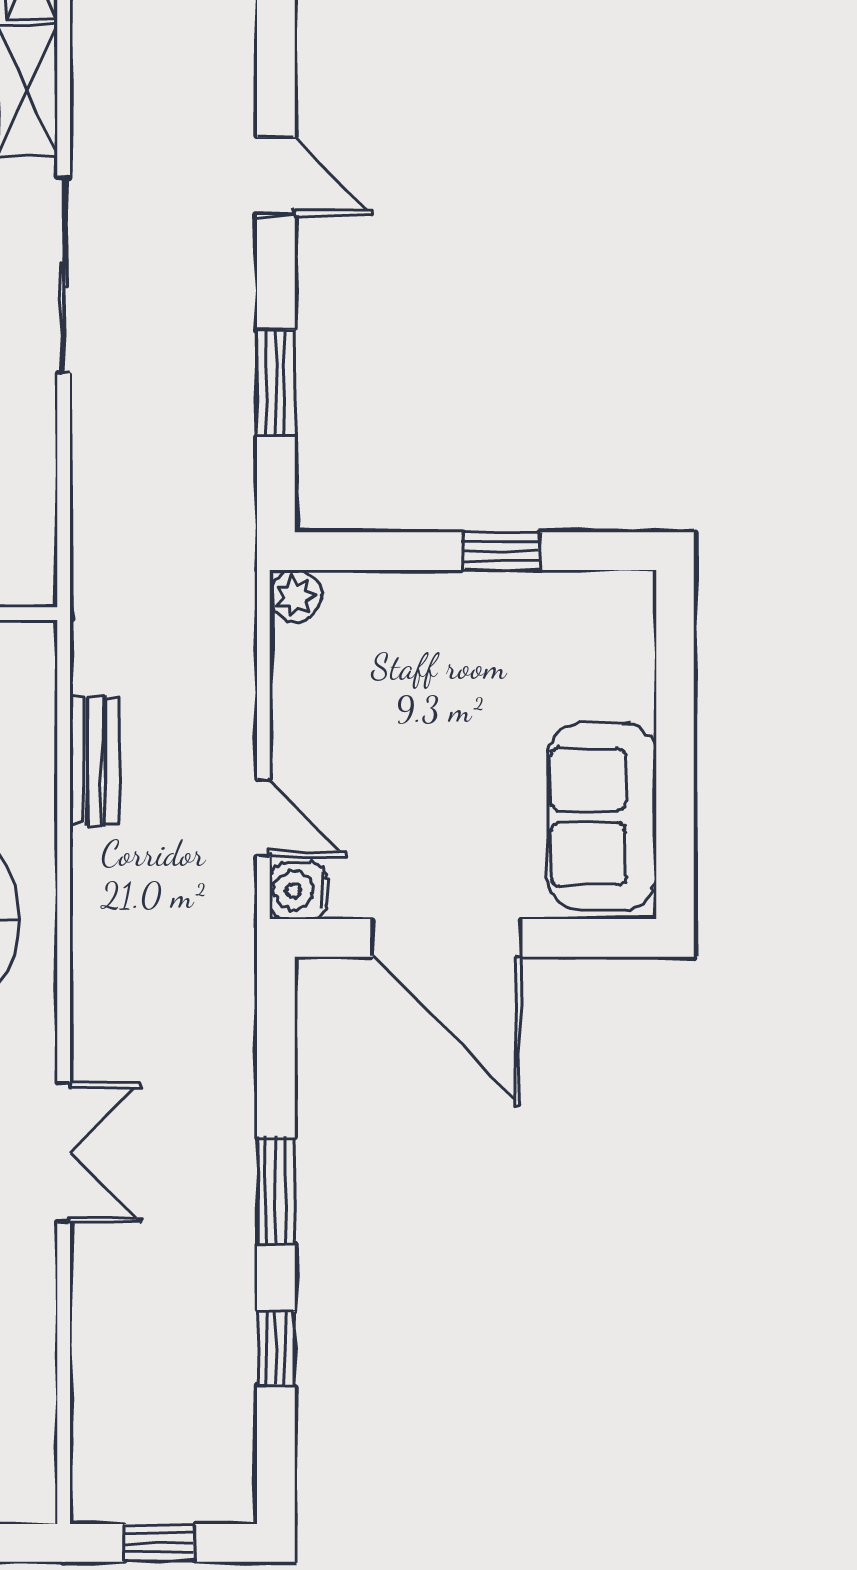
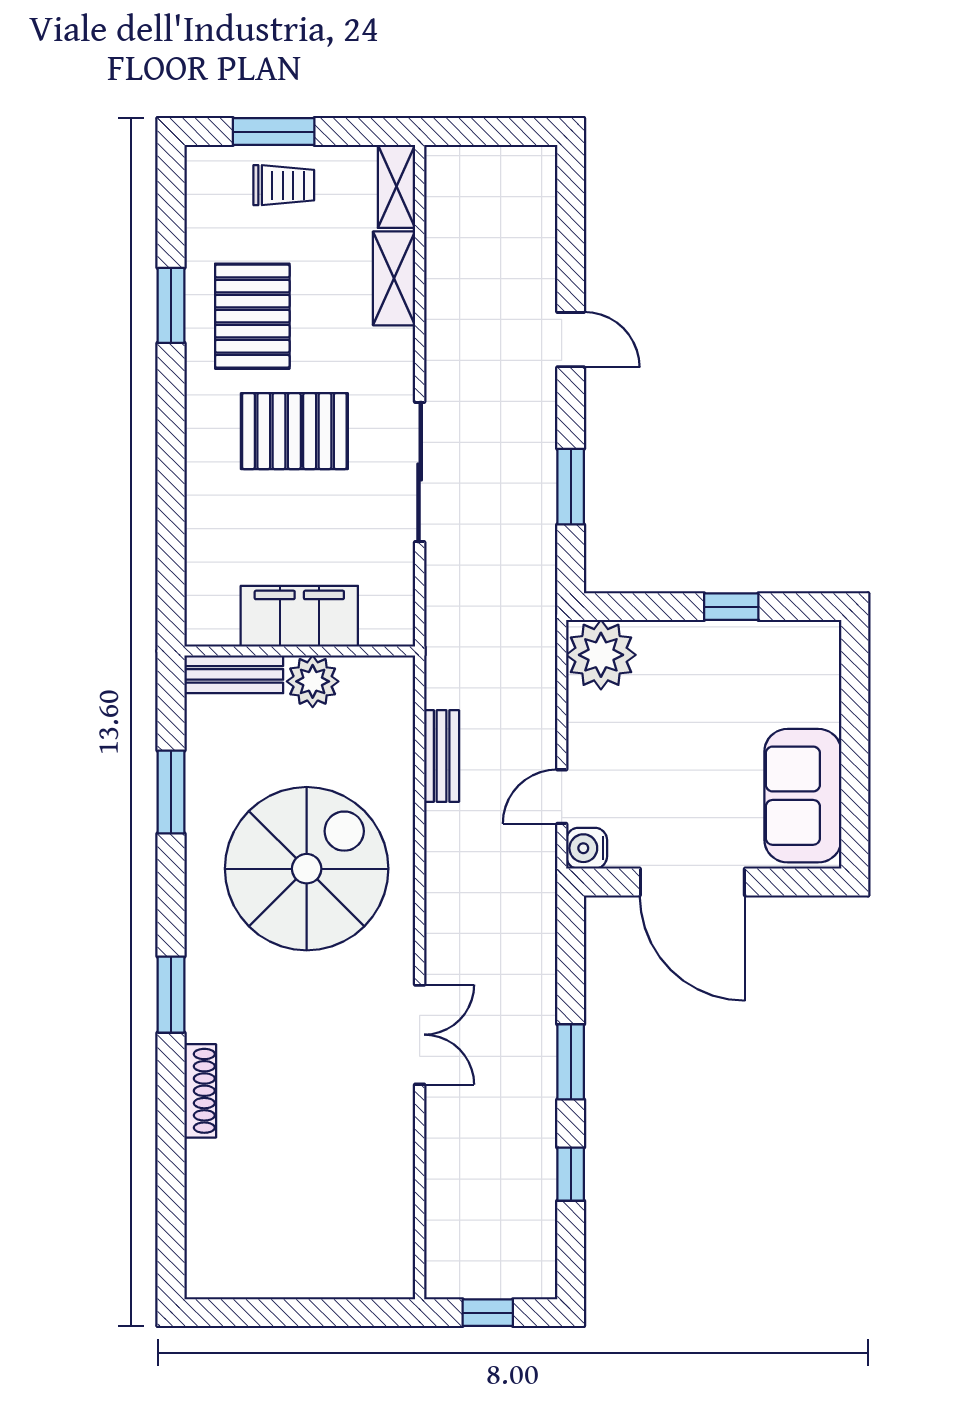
sliding door: (64, 274) -> (420, 472), moved
plant: (296, 596) -> (601, 655), width x1.88, depth x1.88
door: (263, 818) -> (562, 797), swing flipped

